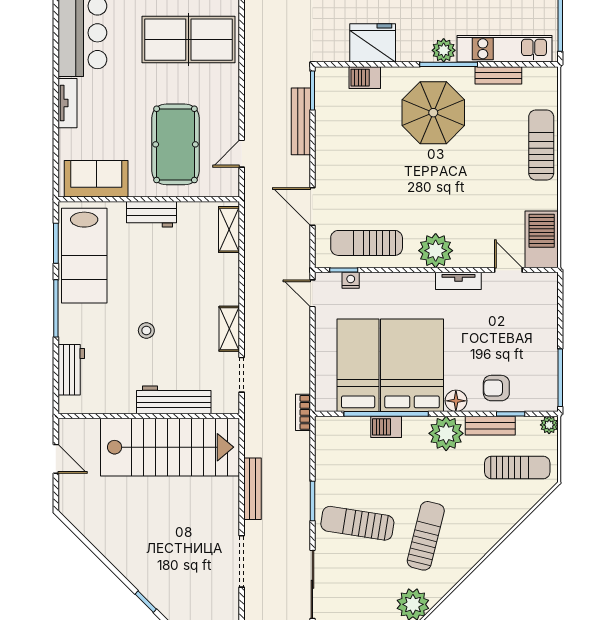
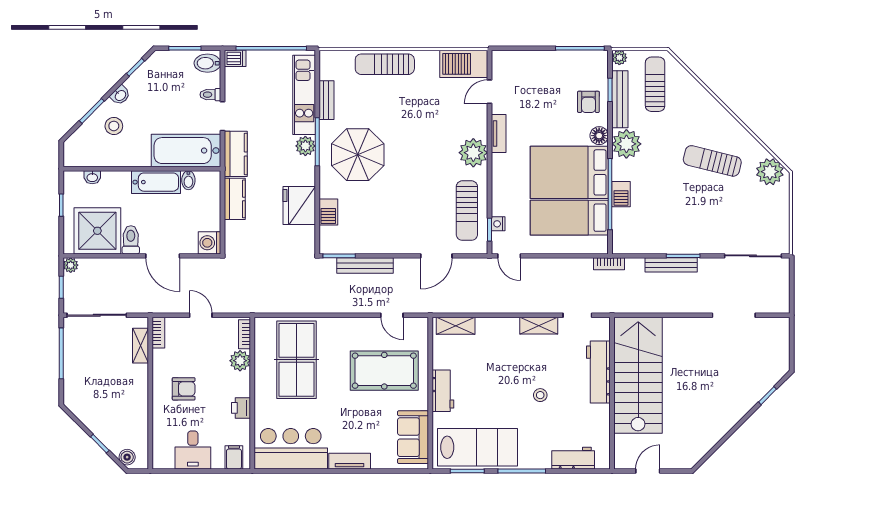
door: (312, 293) -> (509, 256), hinge flipped
bench: (490, 426) -> (620, 99), width x1.36
bench: (253, 489) -> (671, 265), moved
sun lounger: (357, 523) -> (702, 218), removed

